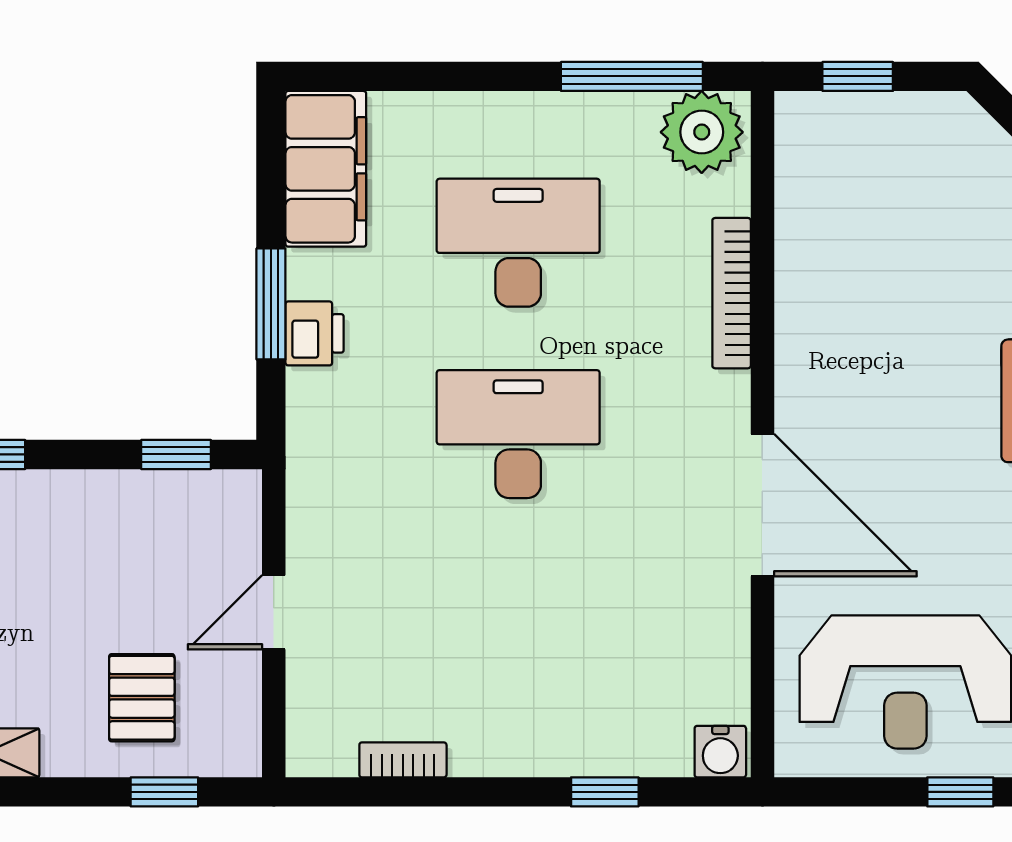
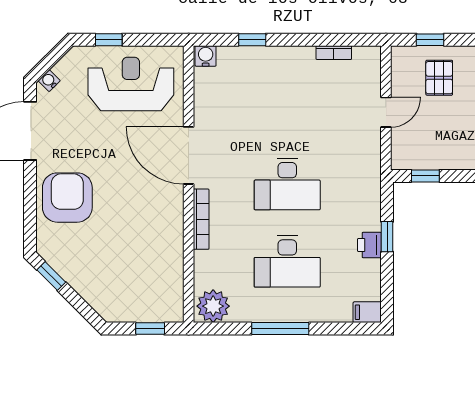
window: (632, 76) -> (280, 329), moved
filing cabinet: (326, 169) -> (367, 312), width x0.33, depth x0.86
bookcase: (732, 293) -> (201, 219), moved
window: (271, 304) -> (387, 237), width x0.67
printer: (315, 333) -> (369, 245), moved

